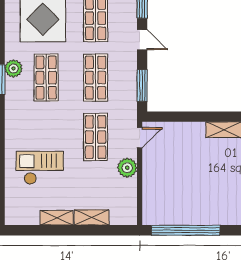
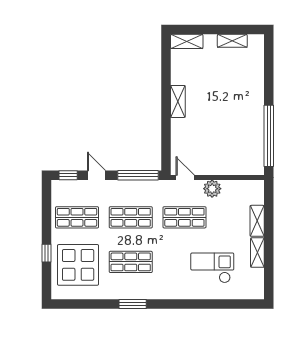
door: (142, 40) -> (97, 175), hinge flipped
plant: (13, 68) -> (123, 291), removed
window: (142, 86) -> (138, 175), width x1.44
checkout: (40, 168) -> (212, 268), turned 90

